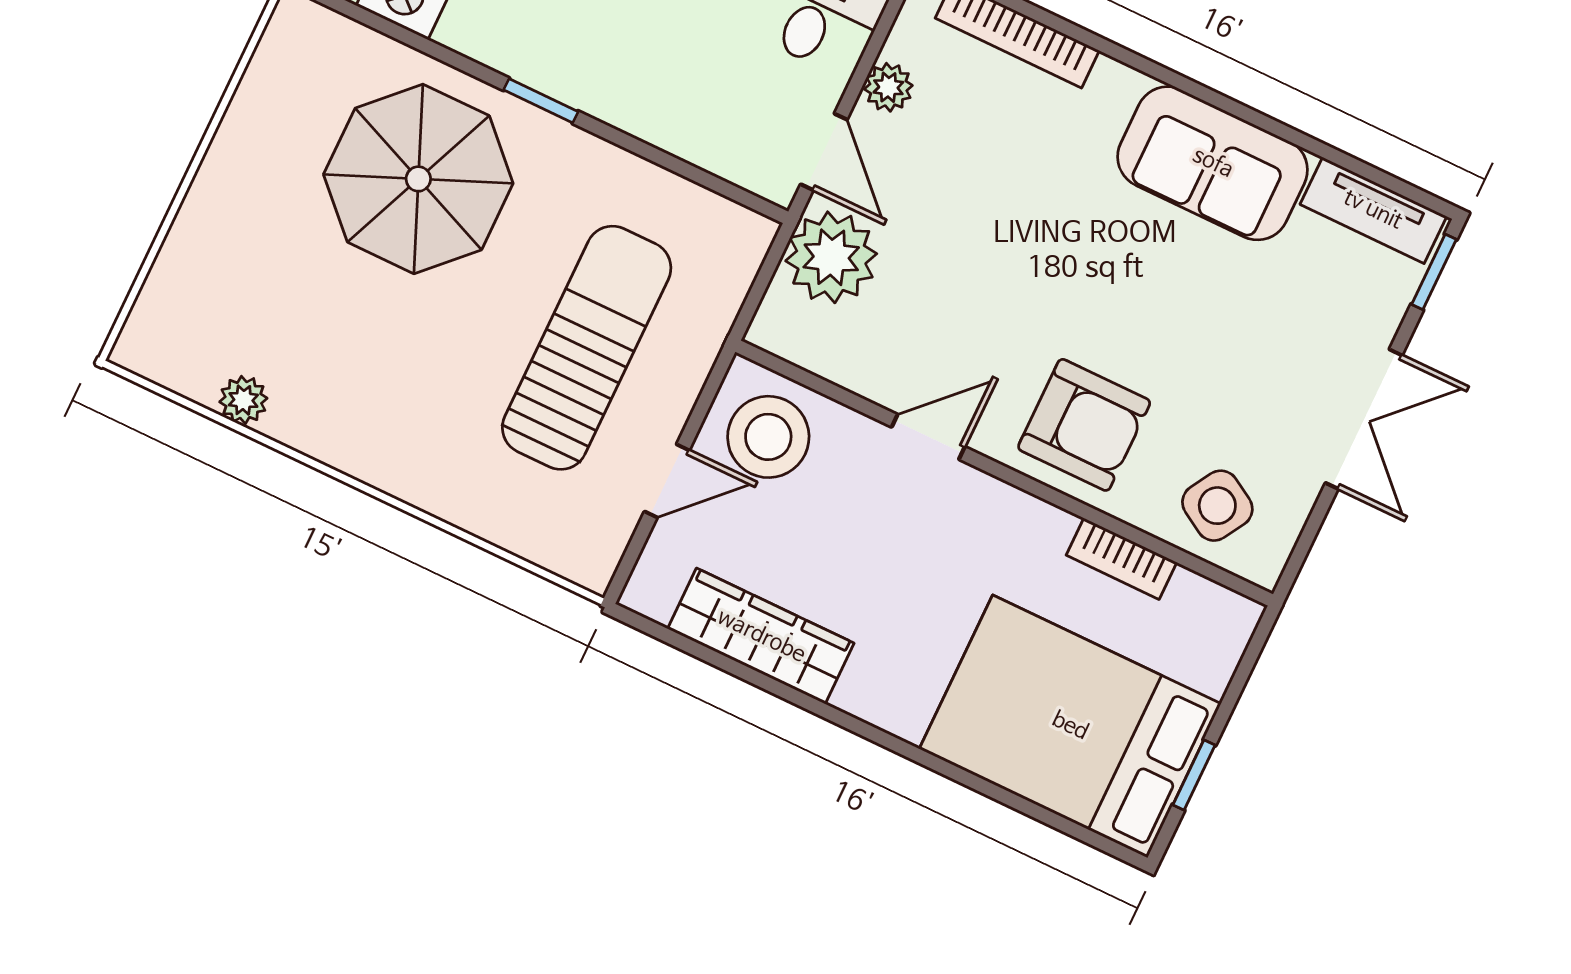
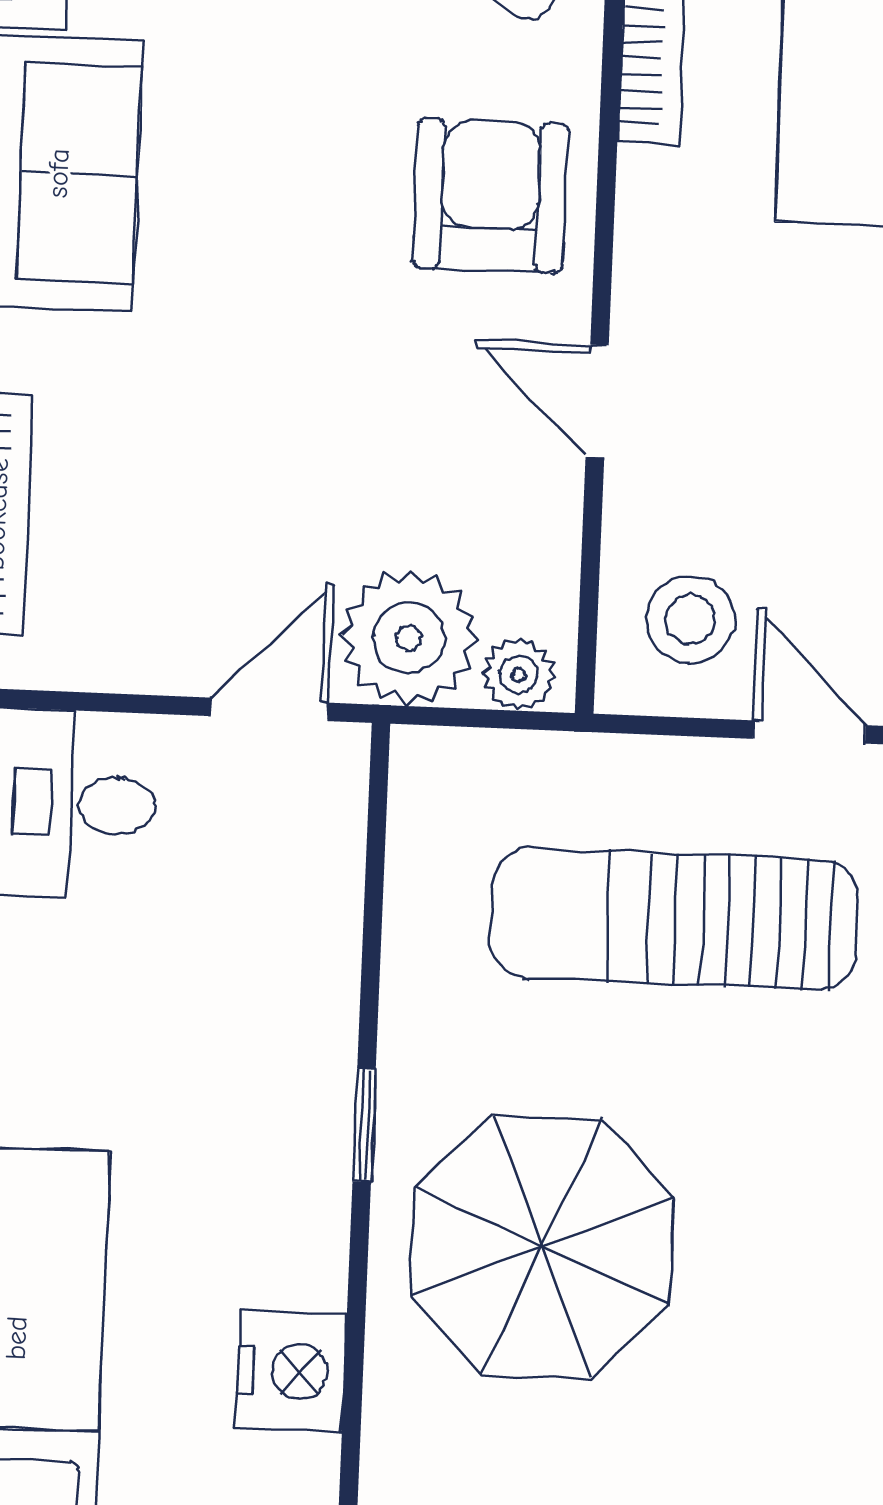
plant: (888, 87) -> (519, 675), moved
stool: (768, 437) -> (690, 619), width x0.73, depth x0.73

